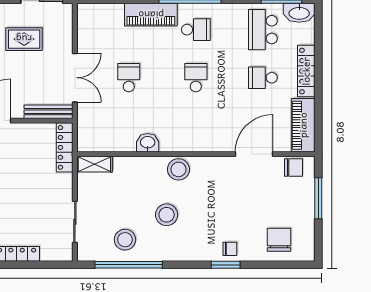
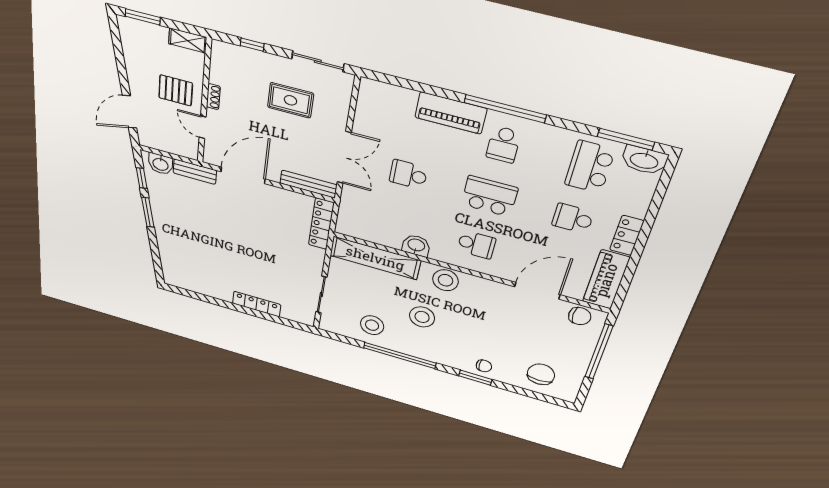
school desk: (196, 30) -> (503, 145), turned 90
locker: (306, 71) -> (627, 235), width x0.66
school desk: (129, 78) -> (408, 175), turned -90
school desk: (196, 78) -> (490, 196), width x1.85
school desk: (196, 126) -> (476, 245), added
shelving: (94, 164) -> (375, 258), width x2.20, depth x1.33
window: (318, 198) -> (599, 352), width x1.46
window: (129, 265) -> (400, 355), moved

